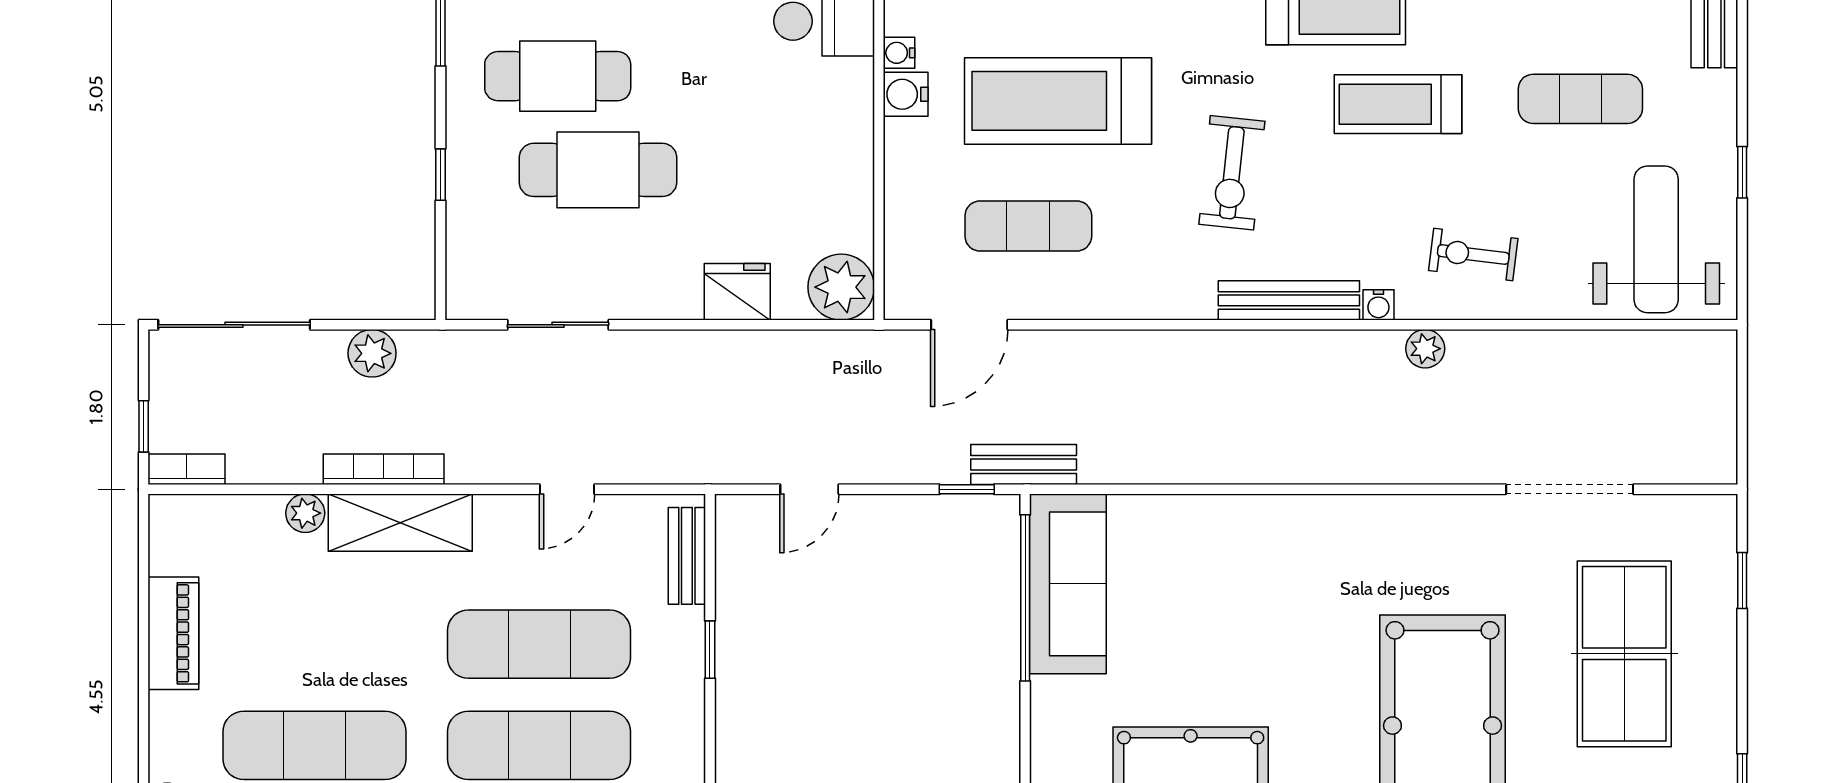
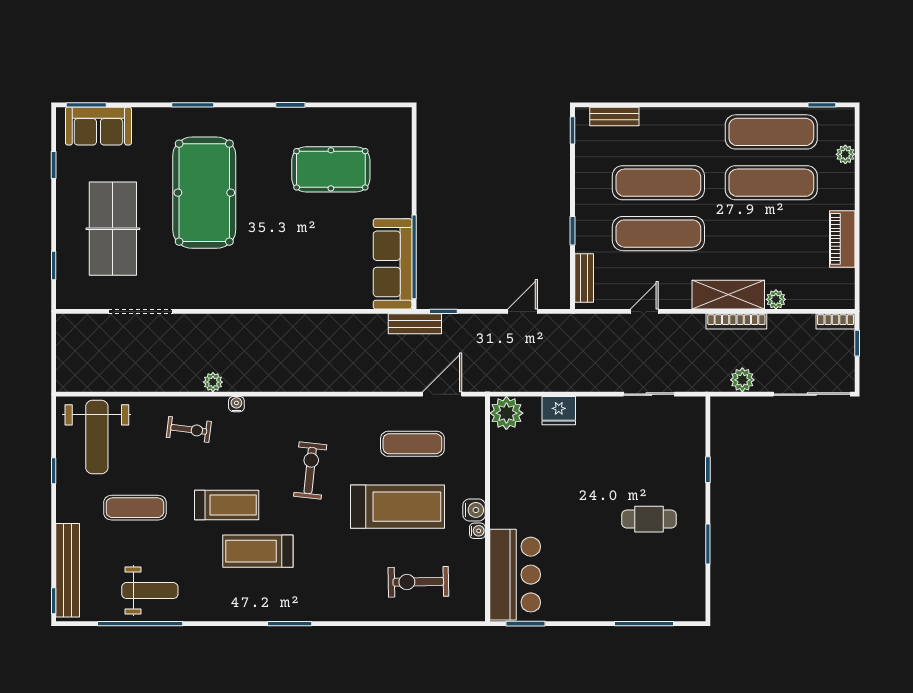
cafe table: (558, 76) -> (649, 519), width x0.73, depth x0.74
cafe table: (598, 170) -> (629, 472), removed
bench: (1289, 300) -> (281, 406), removed

